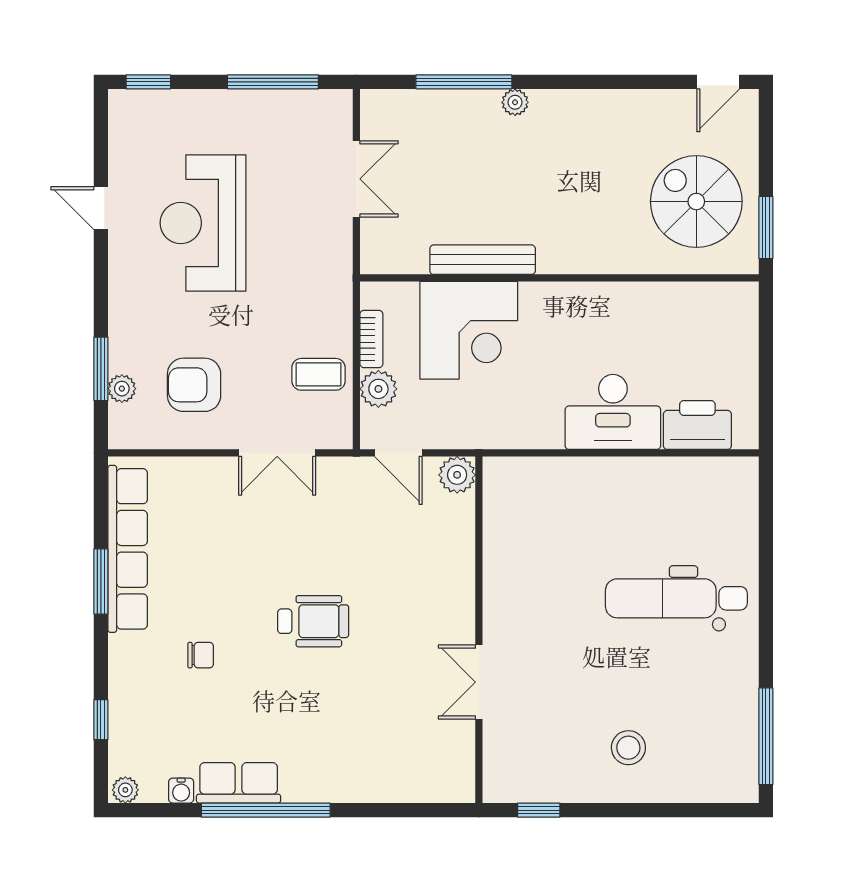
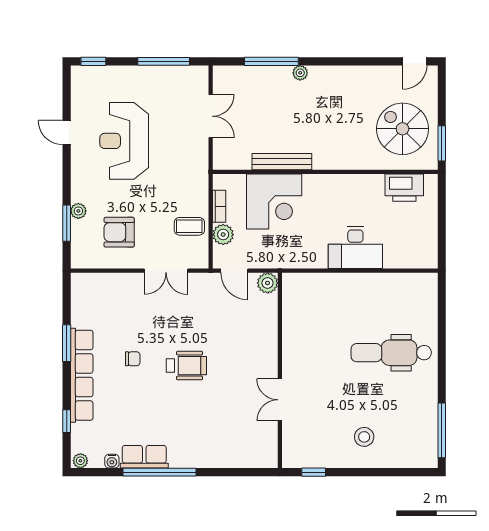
plant: (122, 389) -> (78, 211), moved
printer: (697, 425) -> (404, 188), moved, turned 180
row of seats: (128, 549) -> (82, 375), moved
chair: (201, 655) -> (133, 359), moved

